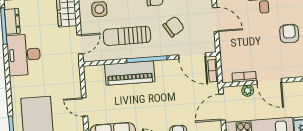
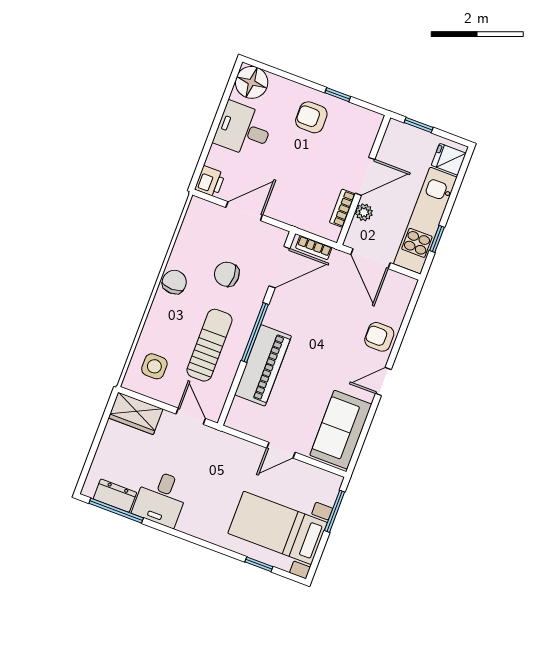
chair: (174, 27) -> (227, 274), turned -58
sun lounger: (127, 36) -> (209, 345), turned 180
desk: (24, 55) -> (161, 498), width x0.73

